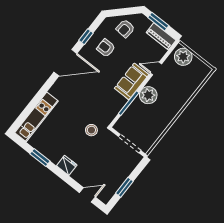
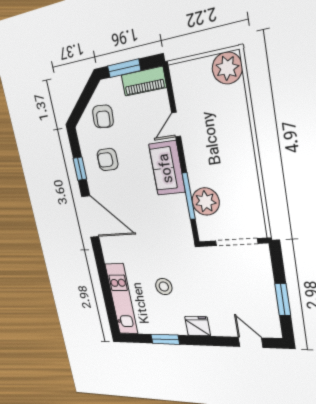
plant: (183, 57) -> (227, 68), moved
door: (65, 63) -> (90, 217), hinge flipped
plant: (148, 95) -> (206, 202), moved
stool: (91, 130) -> (164, 287), moved
door: (87, 195) -> (251, 342), hinge flipped

